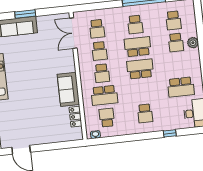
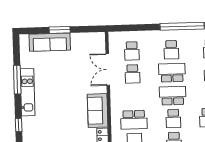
double door: (73, 33) -> (108, 69), moved
school desk: (102, 73) -> (173, 119), moved

